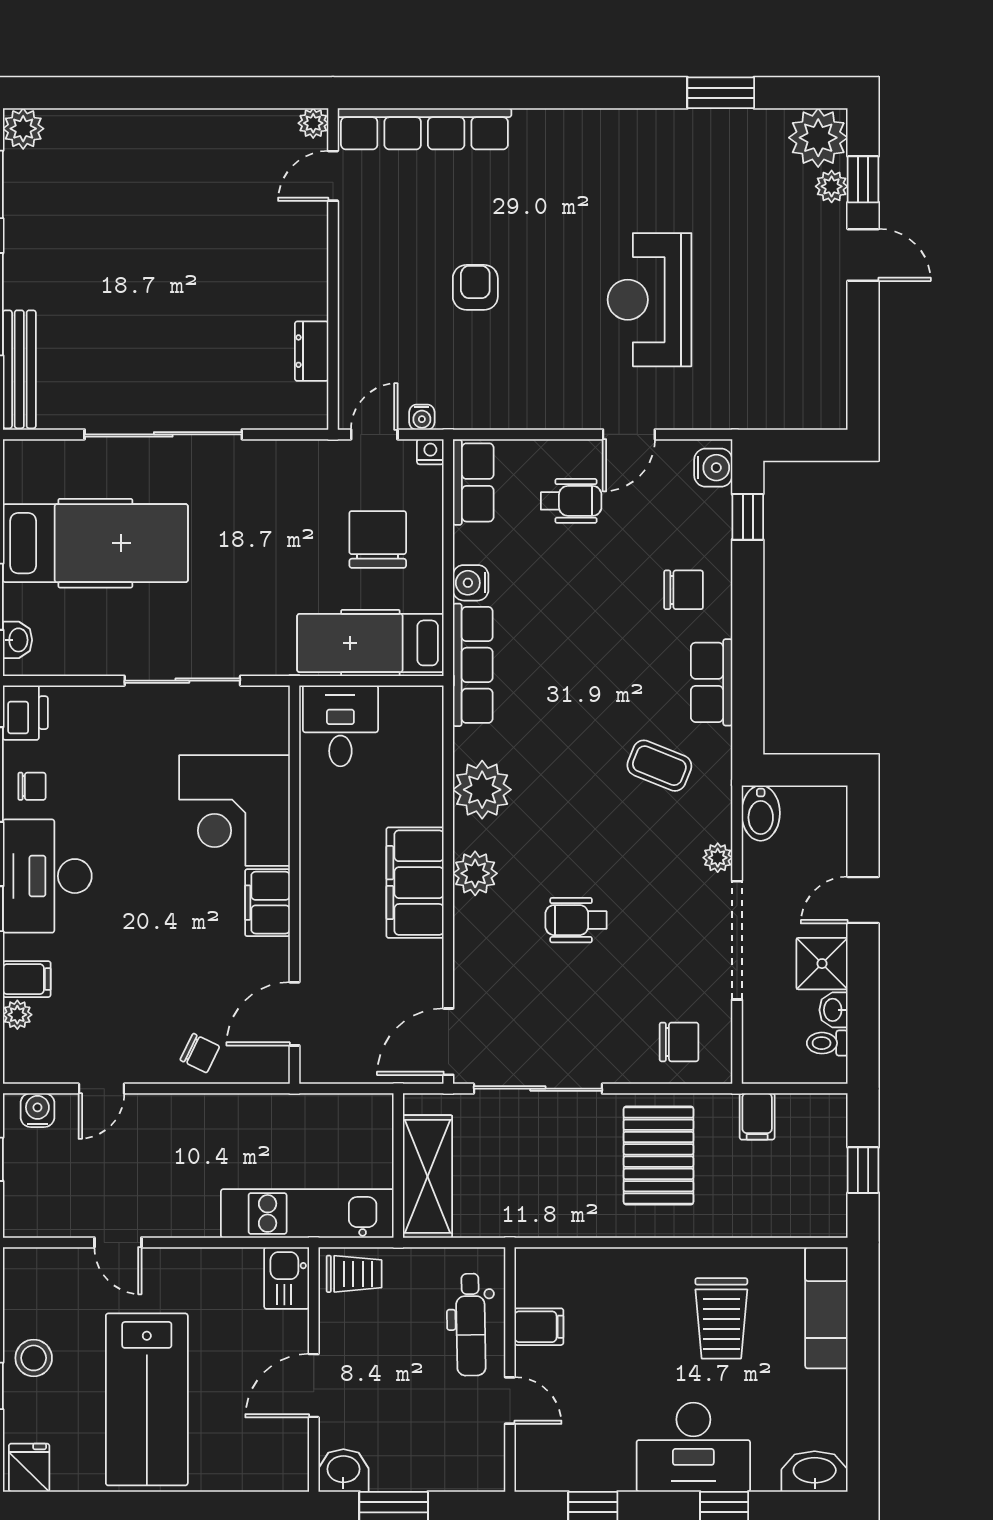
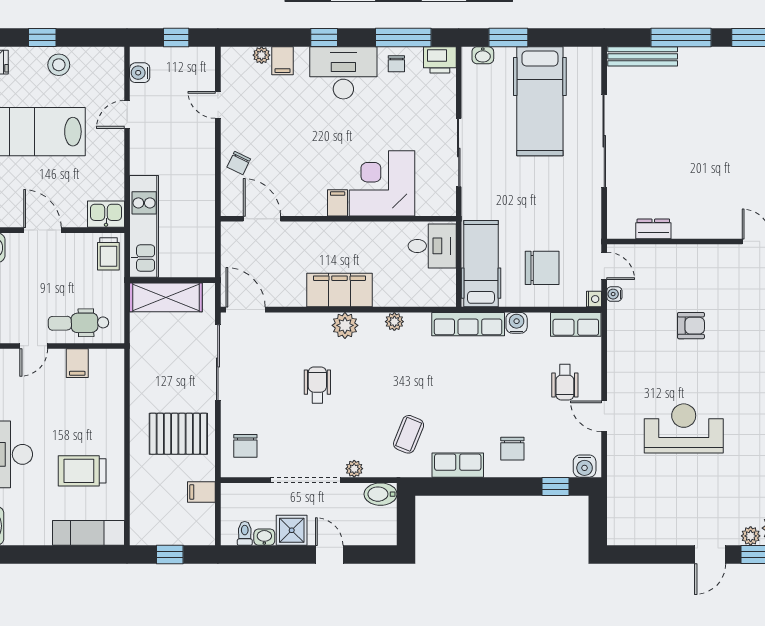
plant: (482, 790) -> (394, 322), width x0.53, depth x0.53
filing cabinet: (267, 903) -> (338, 203), width x0.50
water cooler: (37, 1110) -> (140, 73), moved, turned 180

